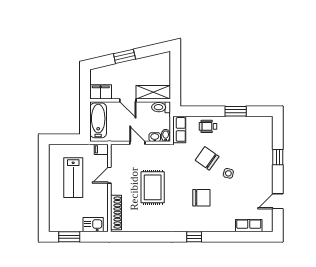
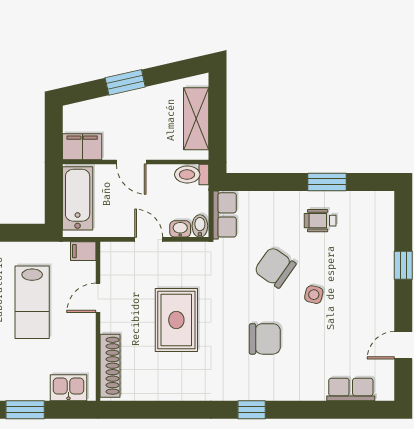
shelving: (153, 92) -> (196, 119), moved, turned 90
wheelchair: (208, 126) -> (320, 221), moved

